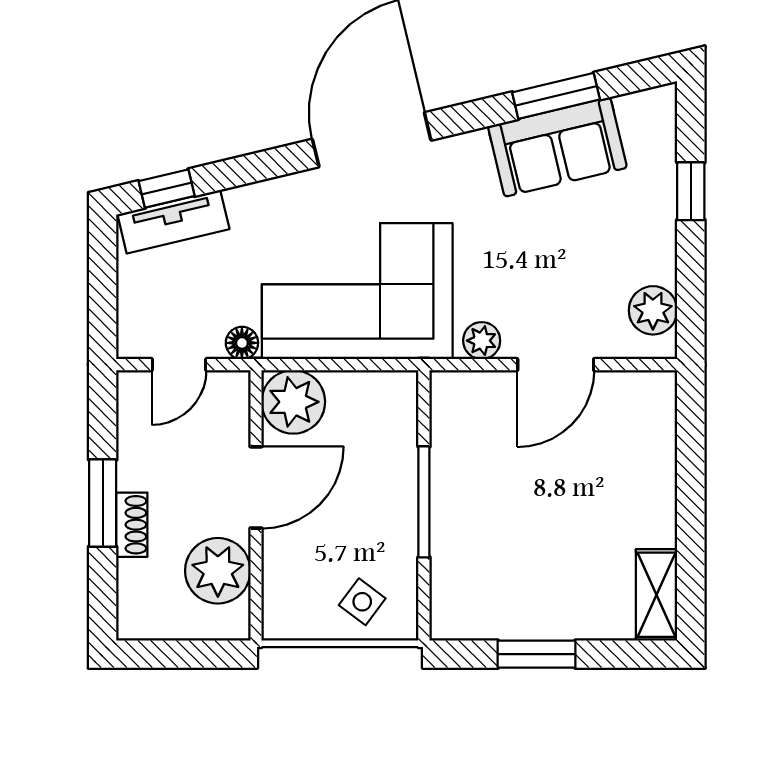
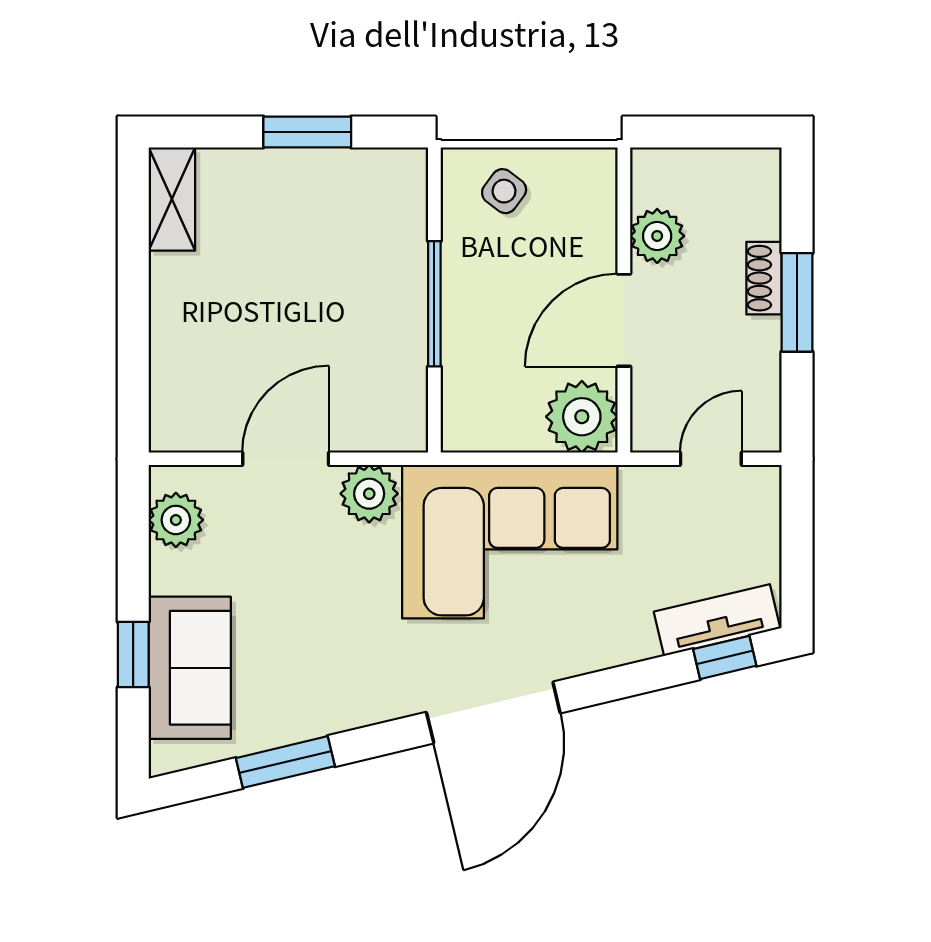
sofa: (557, 147) -> (190, 668), moved, turned 103
plant: (482, 341) -> (369, 494), width x1.38, depth x1.38
floor lamp: (242, 343) -> (640, 483), removed
plant: (218, 571) -> (657, 236), width x0.73, depth x0.73

